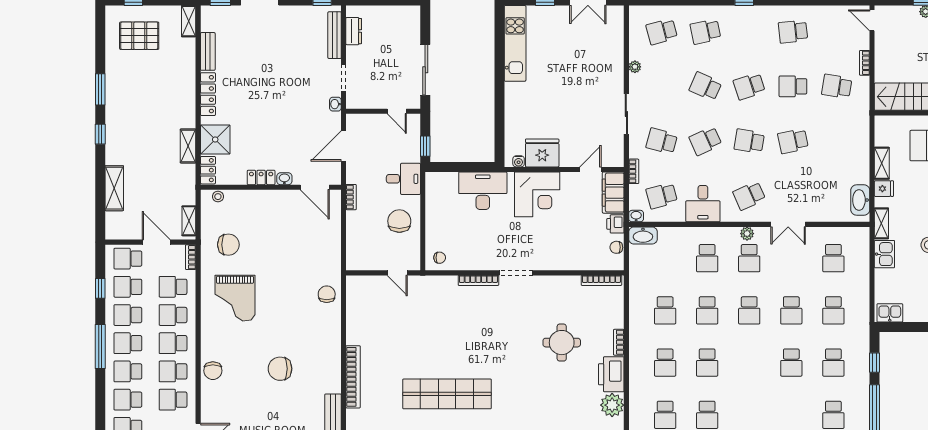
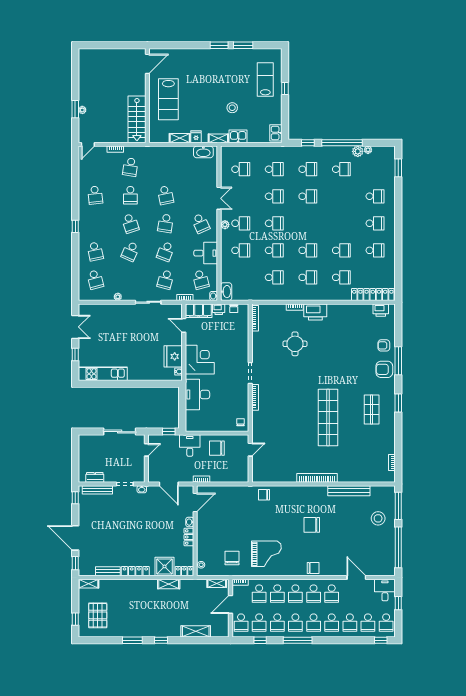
school desk: (705, 141) -> (165, 251), turned 45
chair: (280, 369) -> (312, 525), turned 90
plant: (612, 405) -> (335, 311), removed

